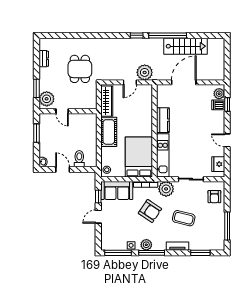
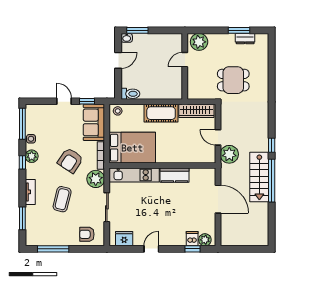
stairs: (186, 46) -> (259, 177), moved
window: (36, 88) -> (239, 30), moved
window: (36, 133) -> (137, 30), moved
toilet: (79, 159) -> (130, 94), moved
window: (152, 253) -> (22, 162), width x0.46

